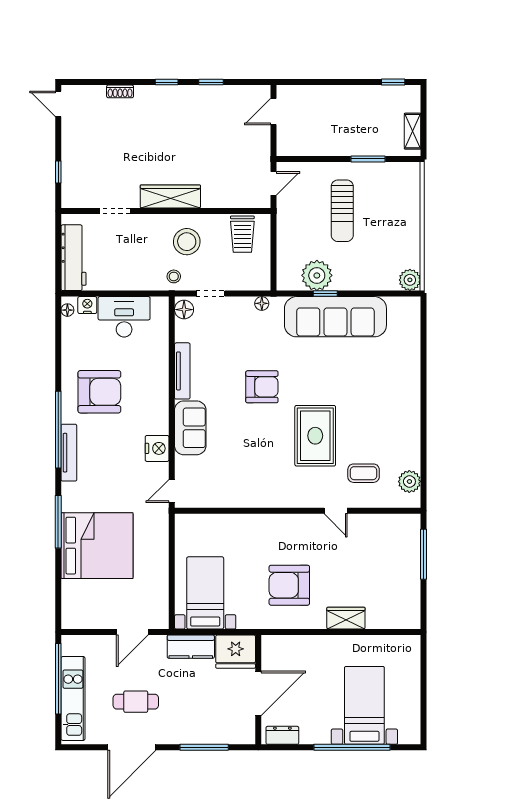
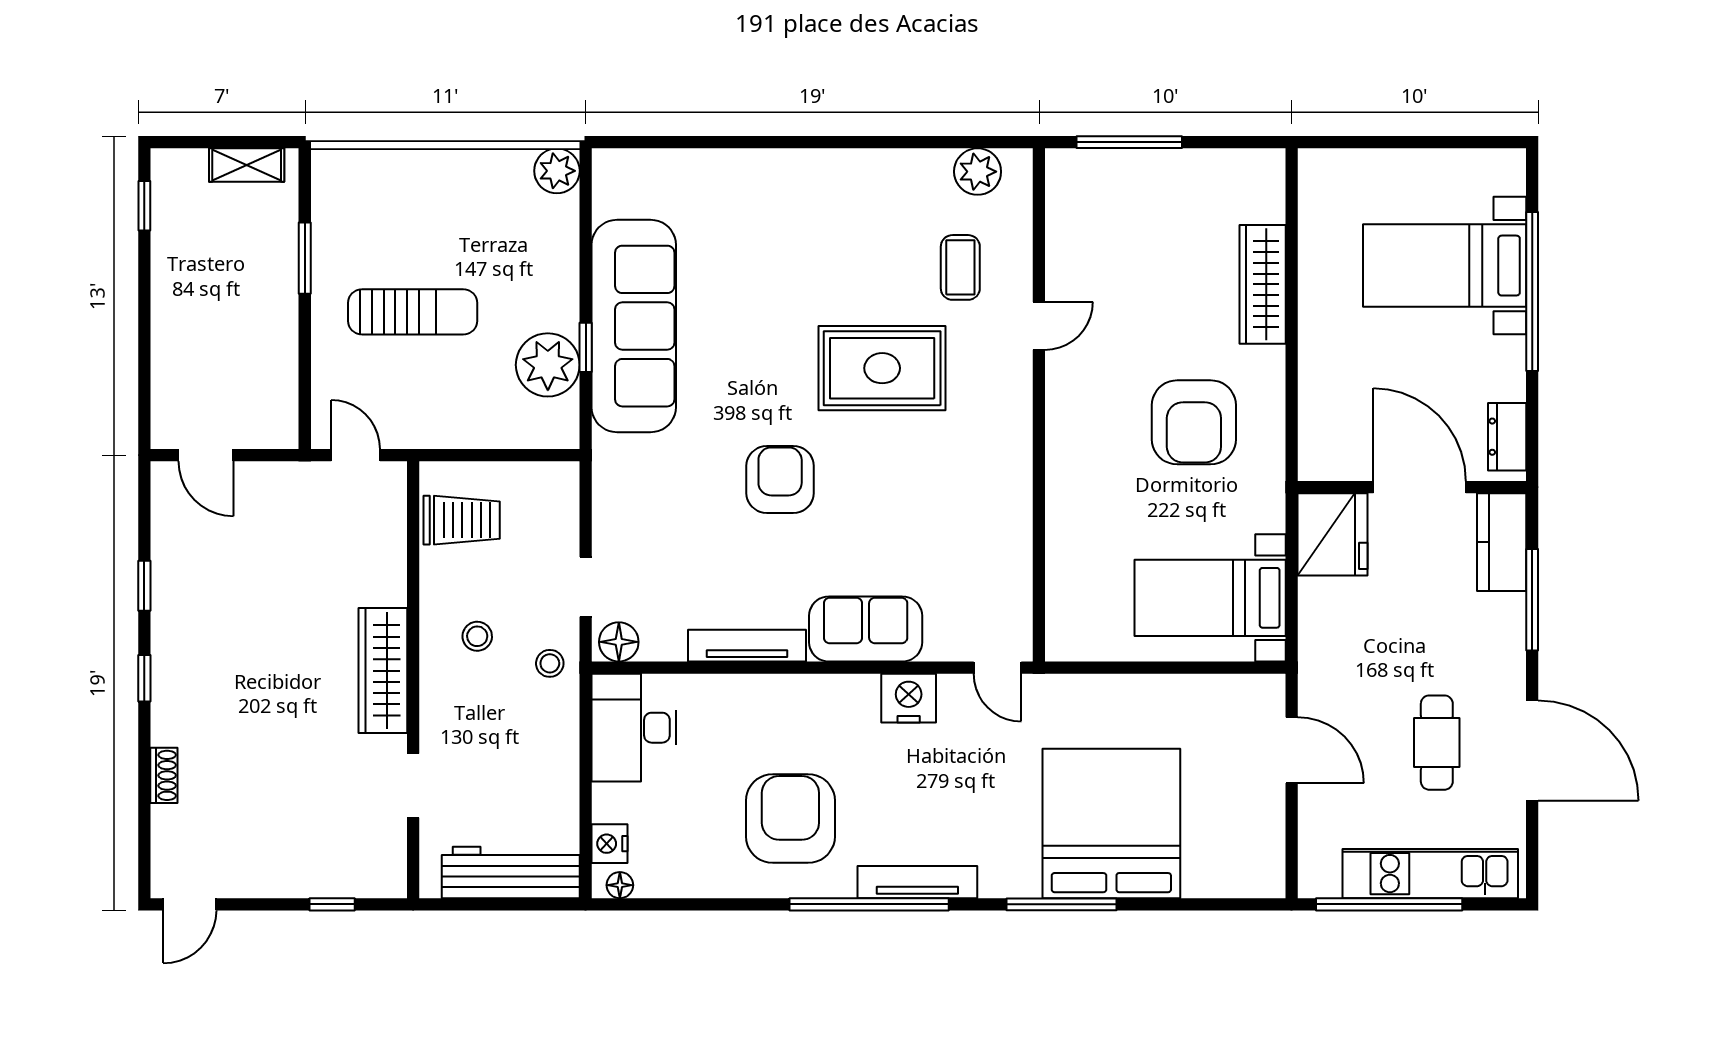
stool: (187, 242) -> (477, 636), width x0.53, depth x0.53
floor lamp: (262, 303) -> (606, 480), removed
desk: (124, 317) -> (634, 728), moved
wardrobe: (346, 618) -> (1263, 284), width x1.50
kitchen counter: (191, 647) -> (1502, 542), moved, turned 180

